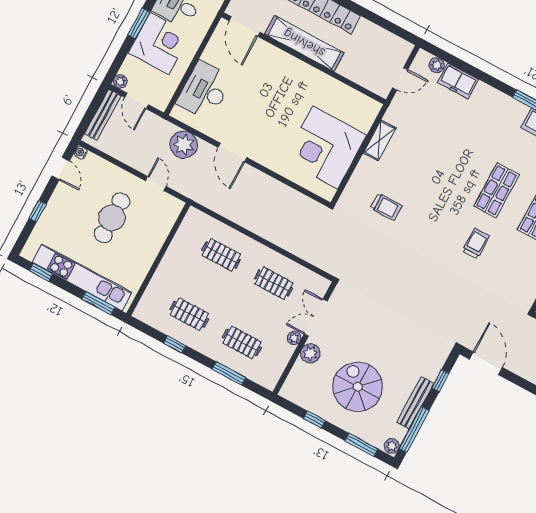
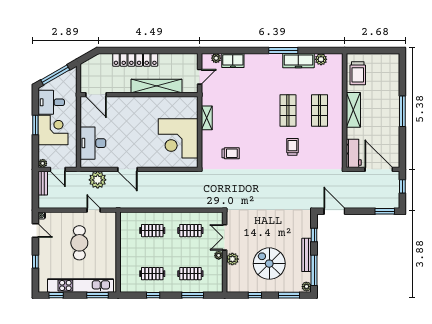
shelving: (304, 43) -> (156, 86), moved
bench: (103, 115) -> (43, 183), width x0.73

